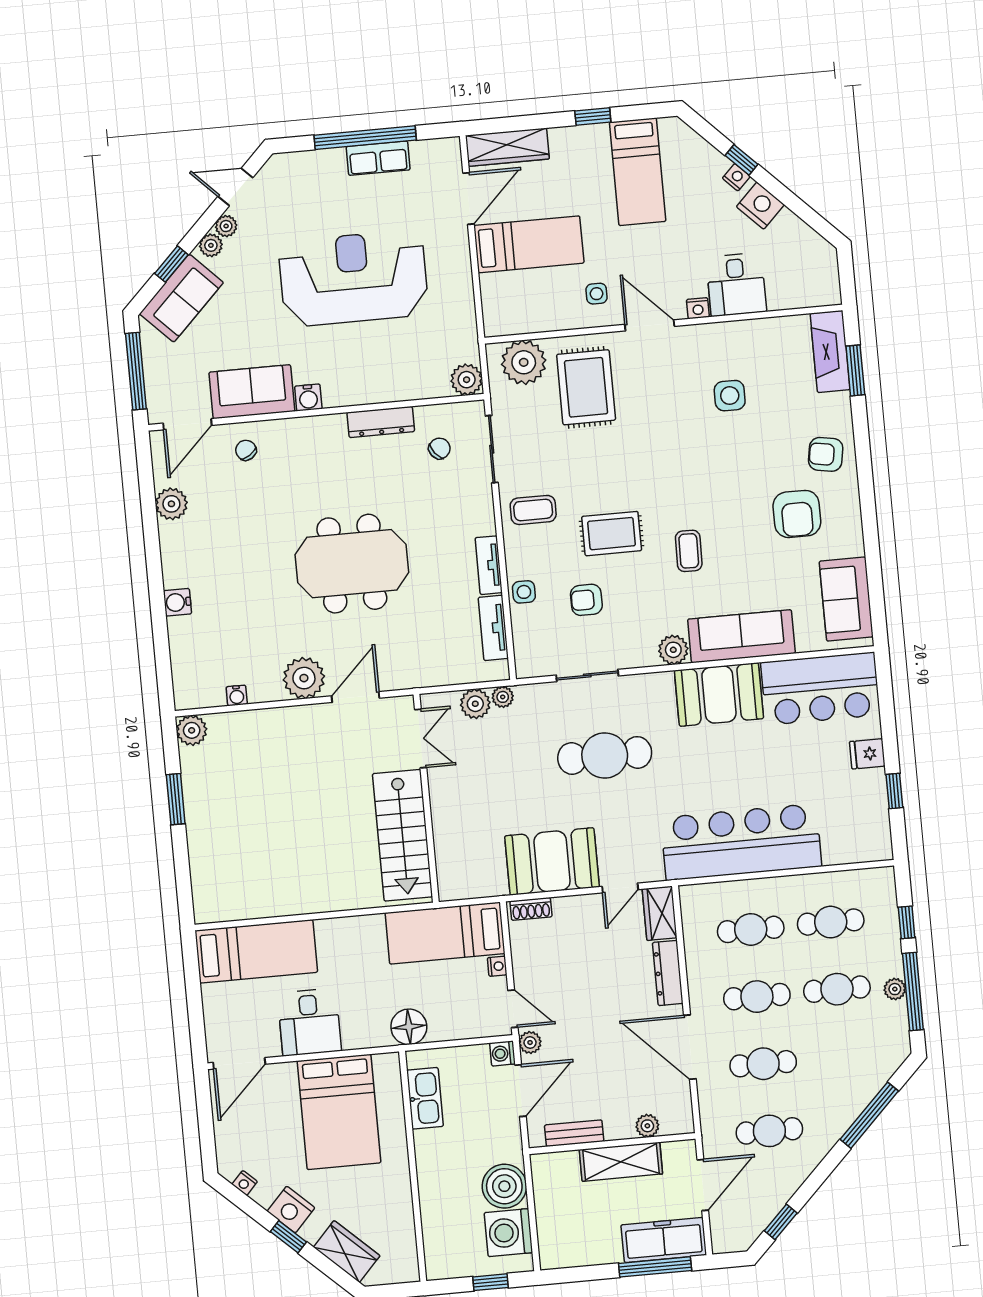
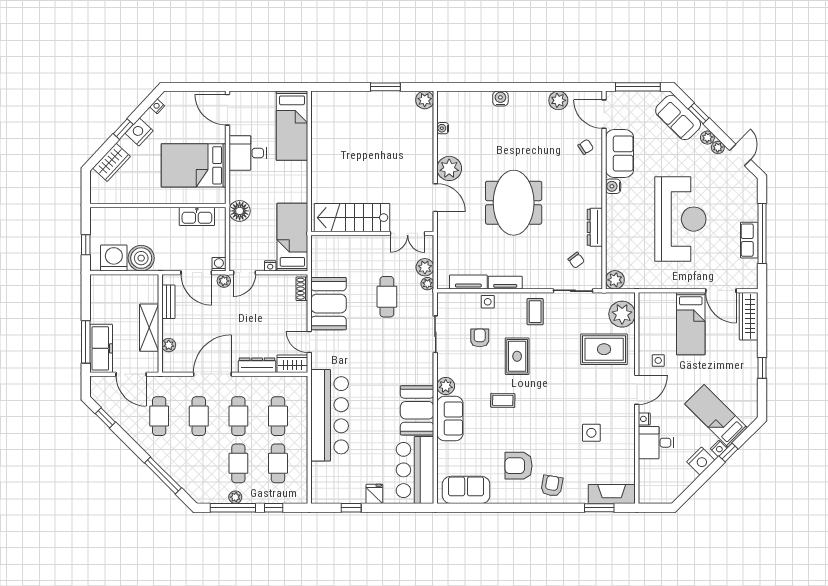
bed: (638, 172) -> (716, 416), moved, turned 45
sofa: (741, 636) -> (450, 418), width x0.73
cafe table: (605, 755) -> (387, 297), moved, width x0.73, depth x0.74

